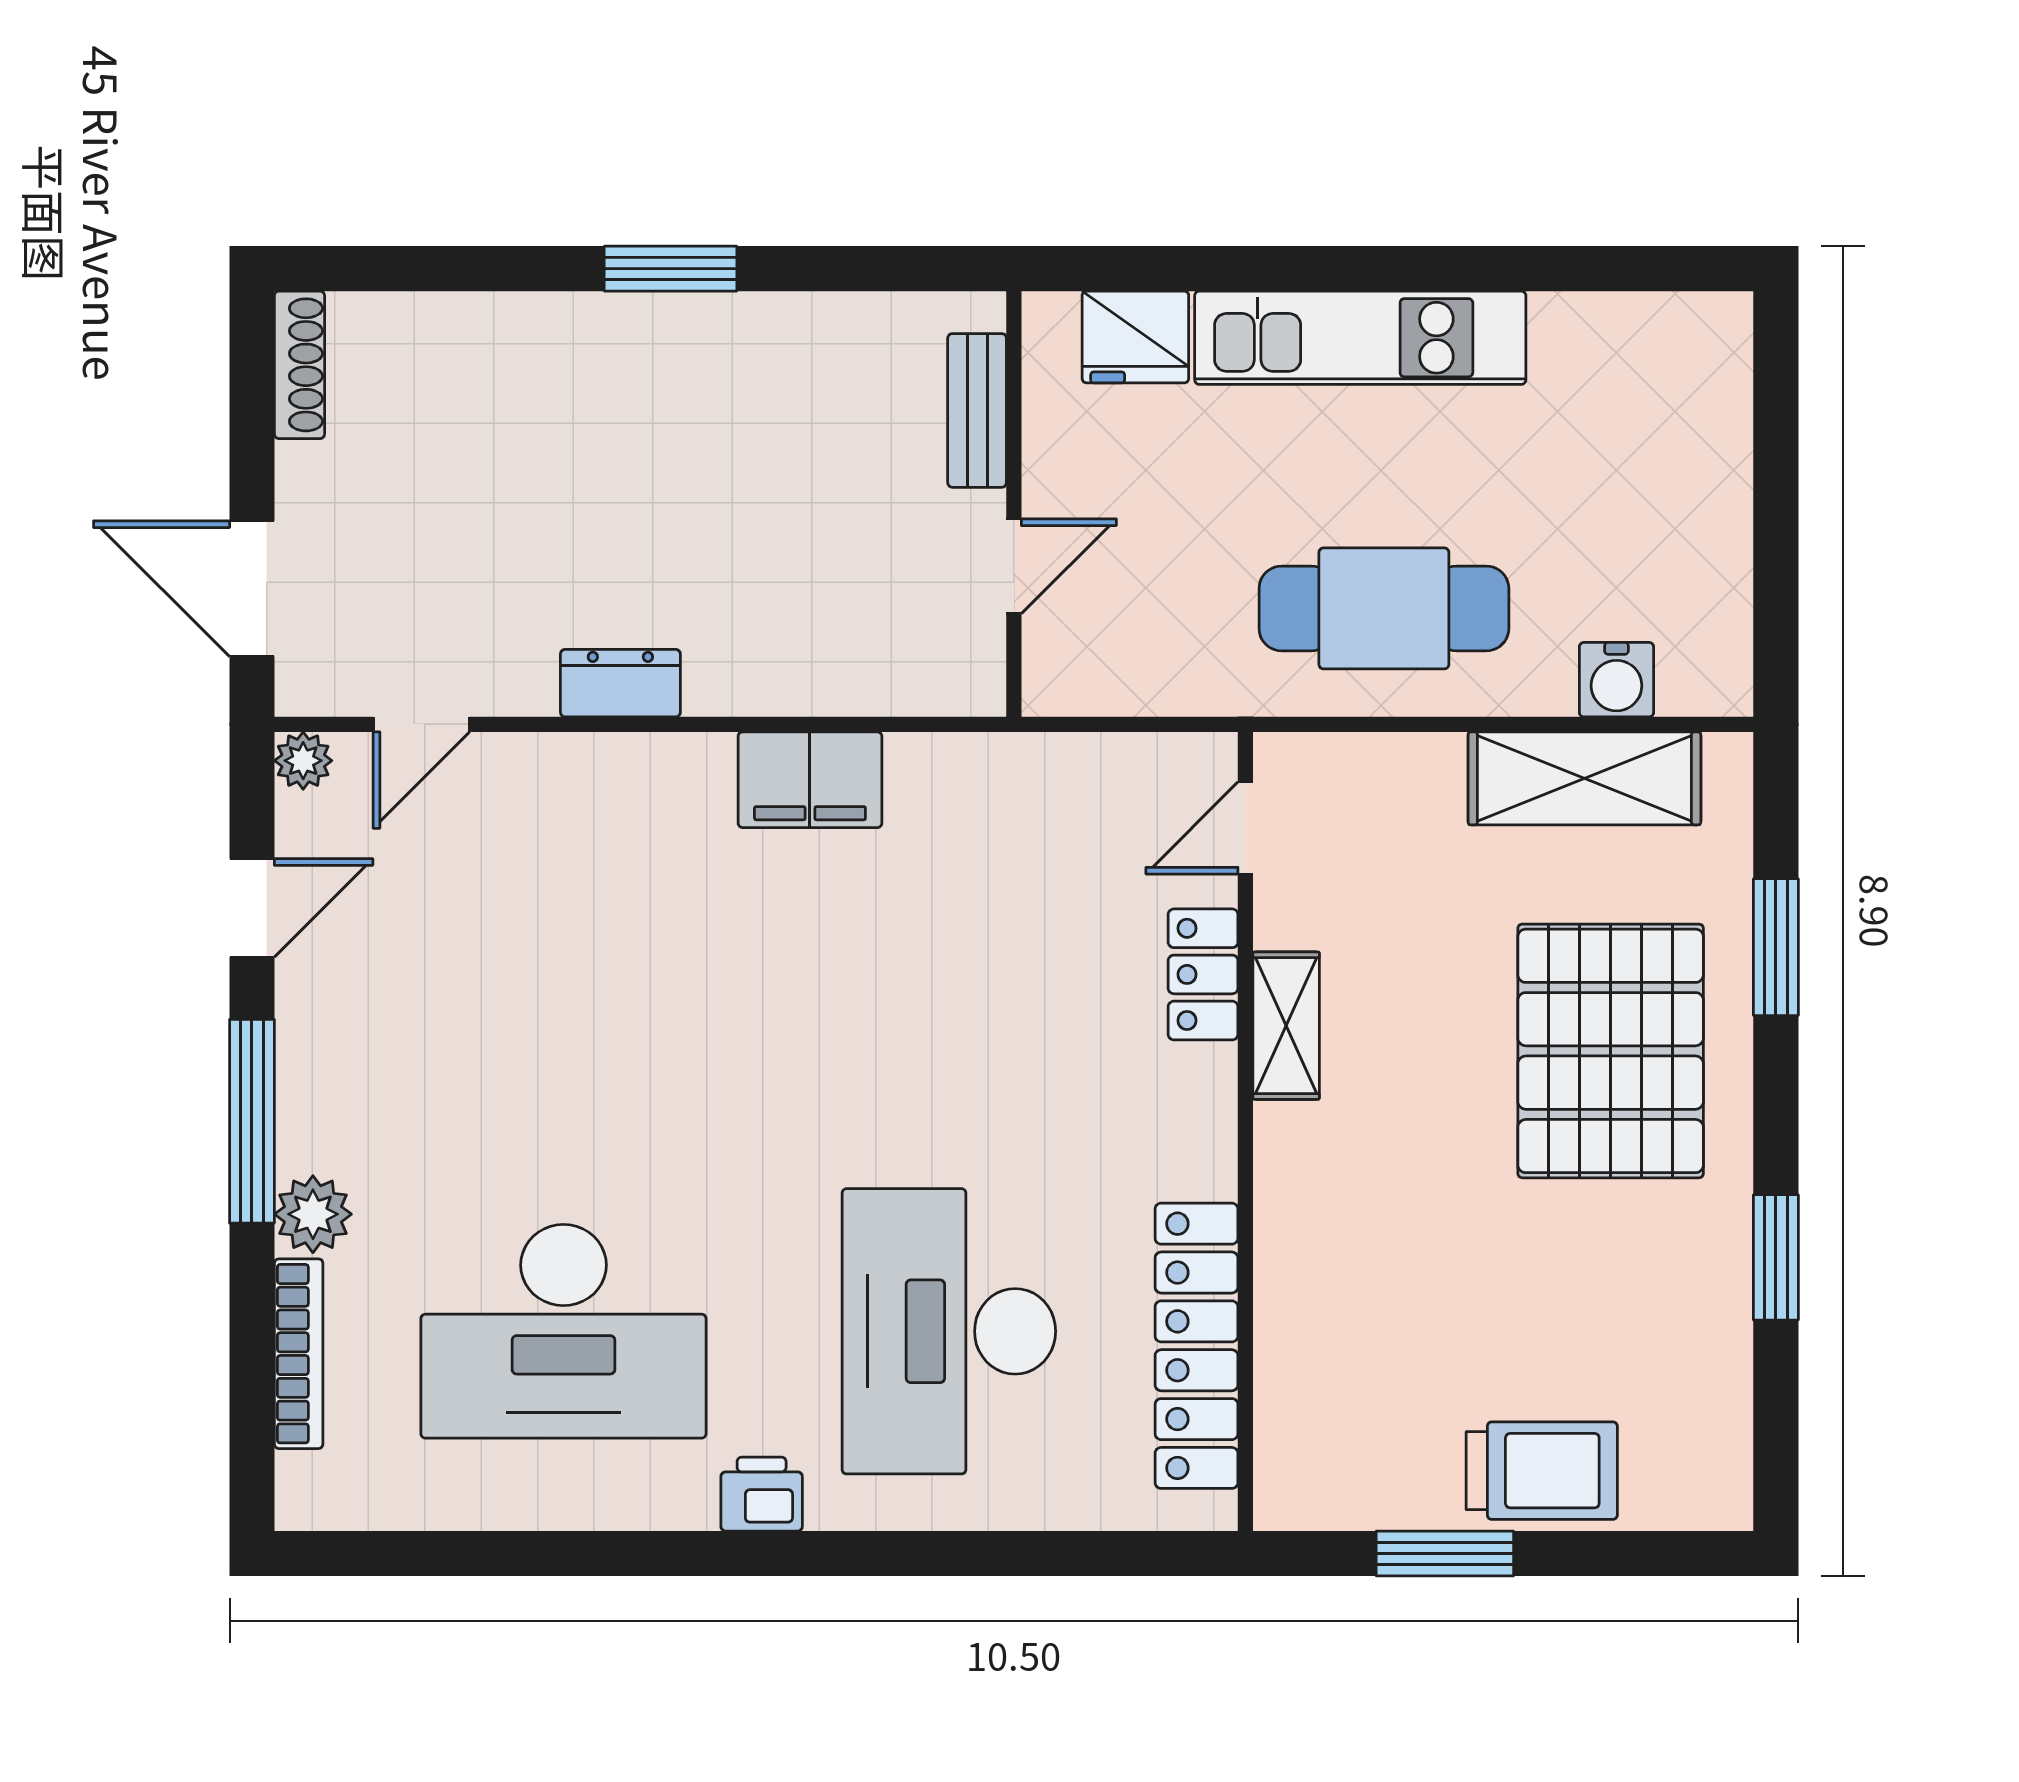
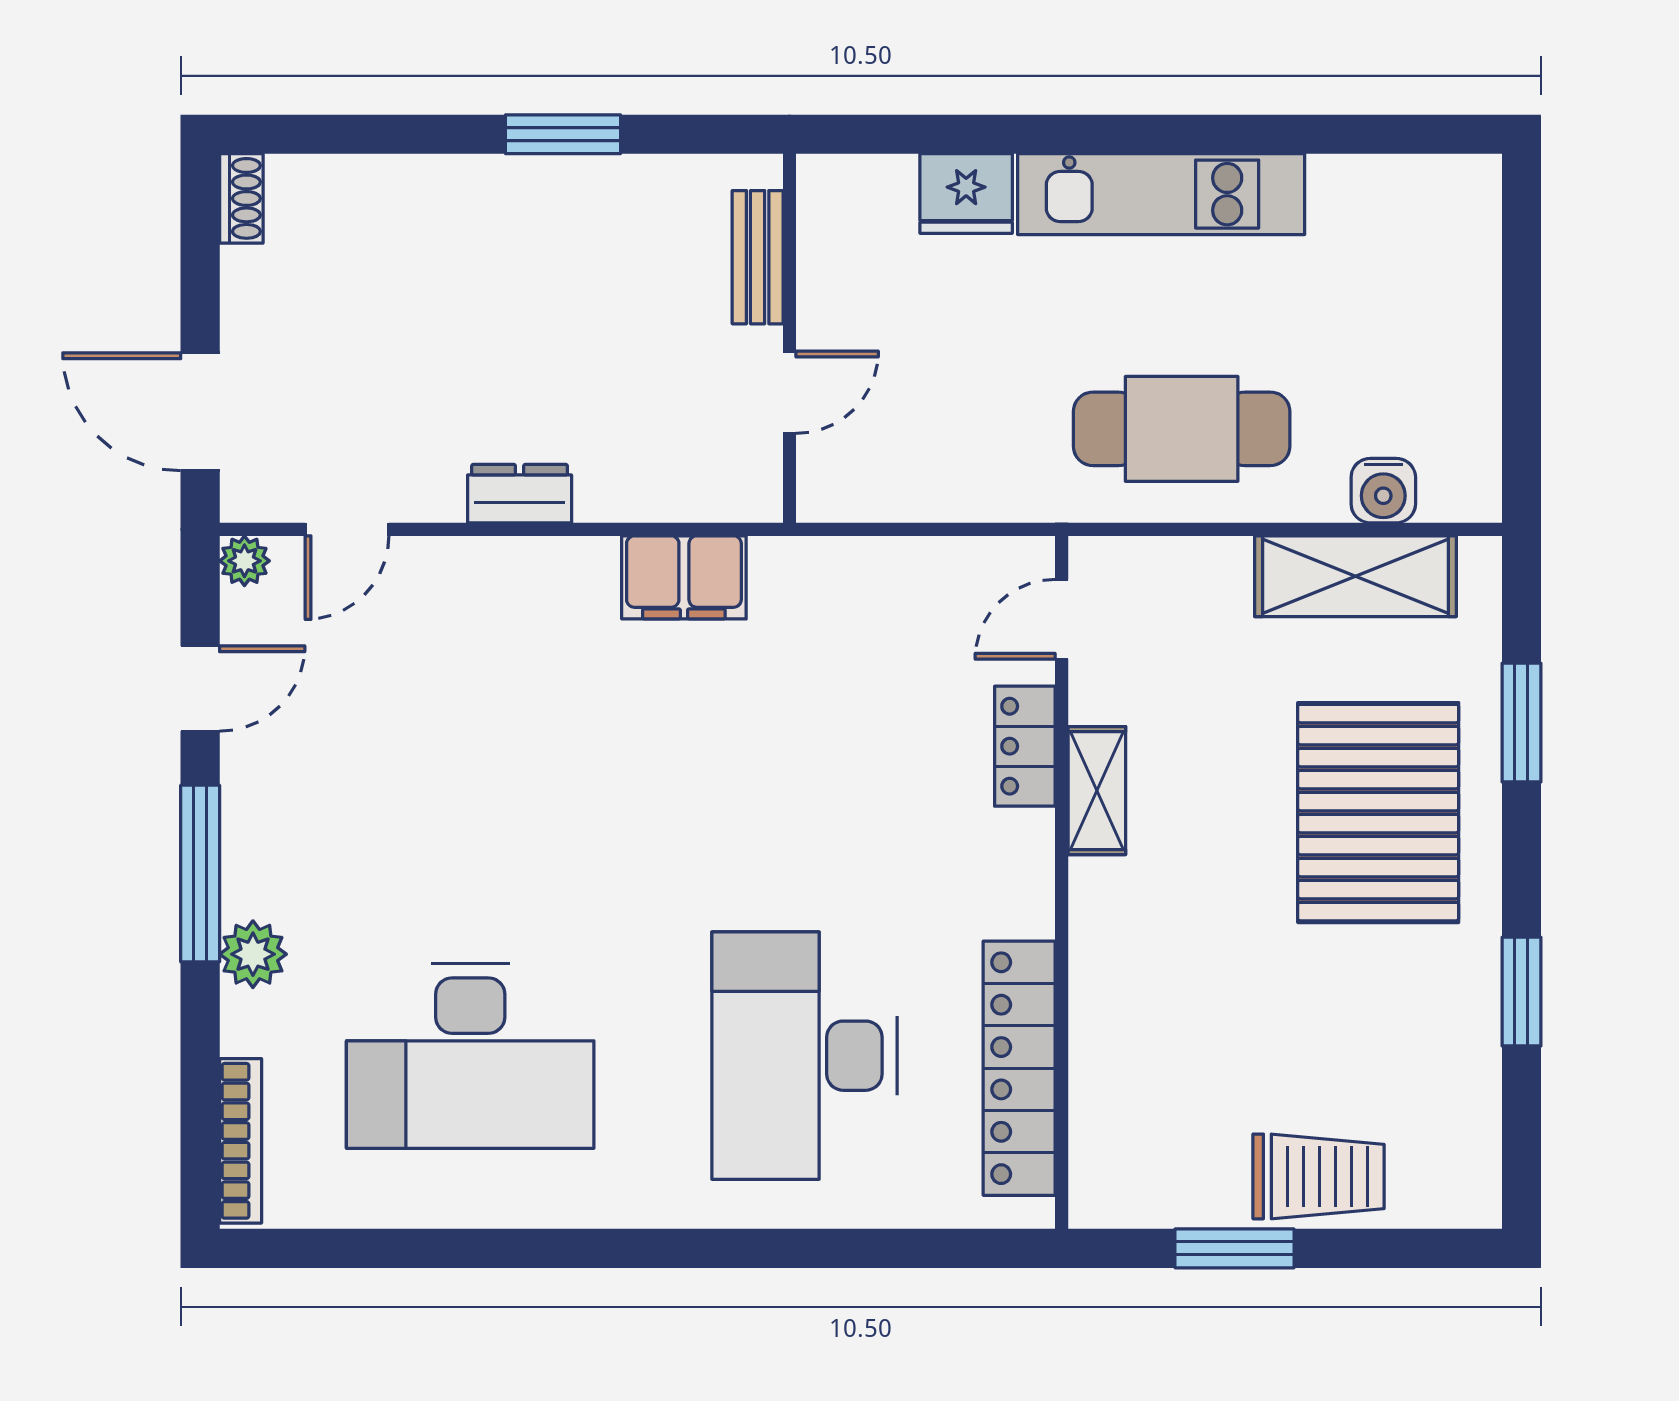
shoe rack: (299, 365) -> (241, 198), width x0.70
bench: (977, 410) -> (758, 257), moved
wall: (1014, 504) -> (790, 338), moved
door: (1014, 566) -> (790, 392), moved
bookcase: (299, 1354) -> (241, 1141), moved
printer: (762, 1494) -> (642, 1197), removed

